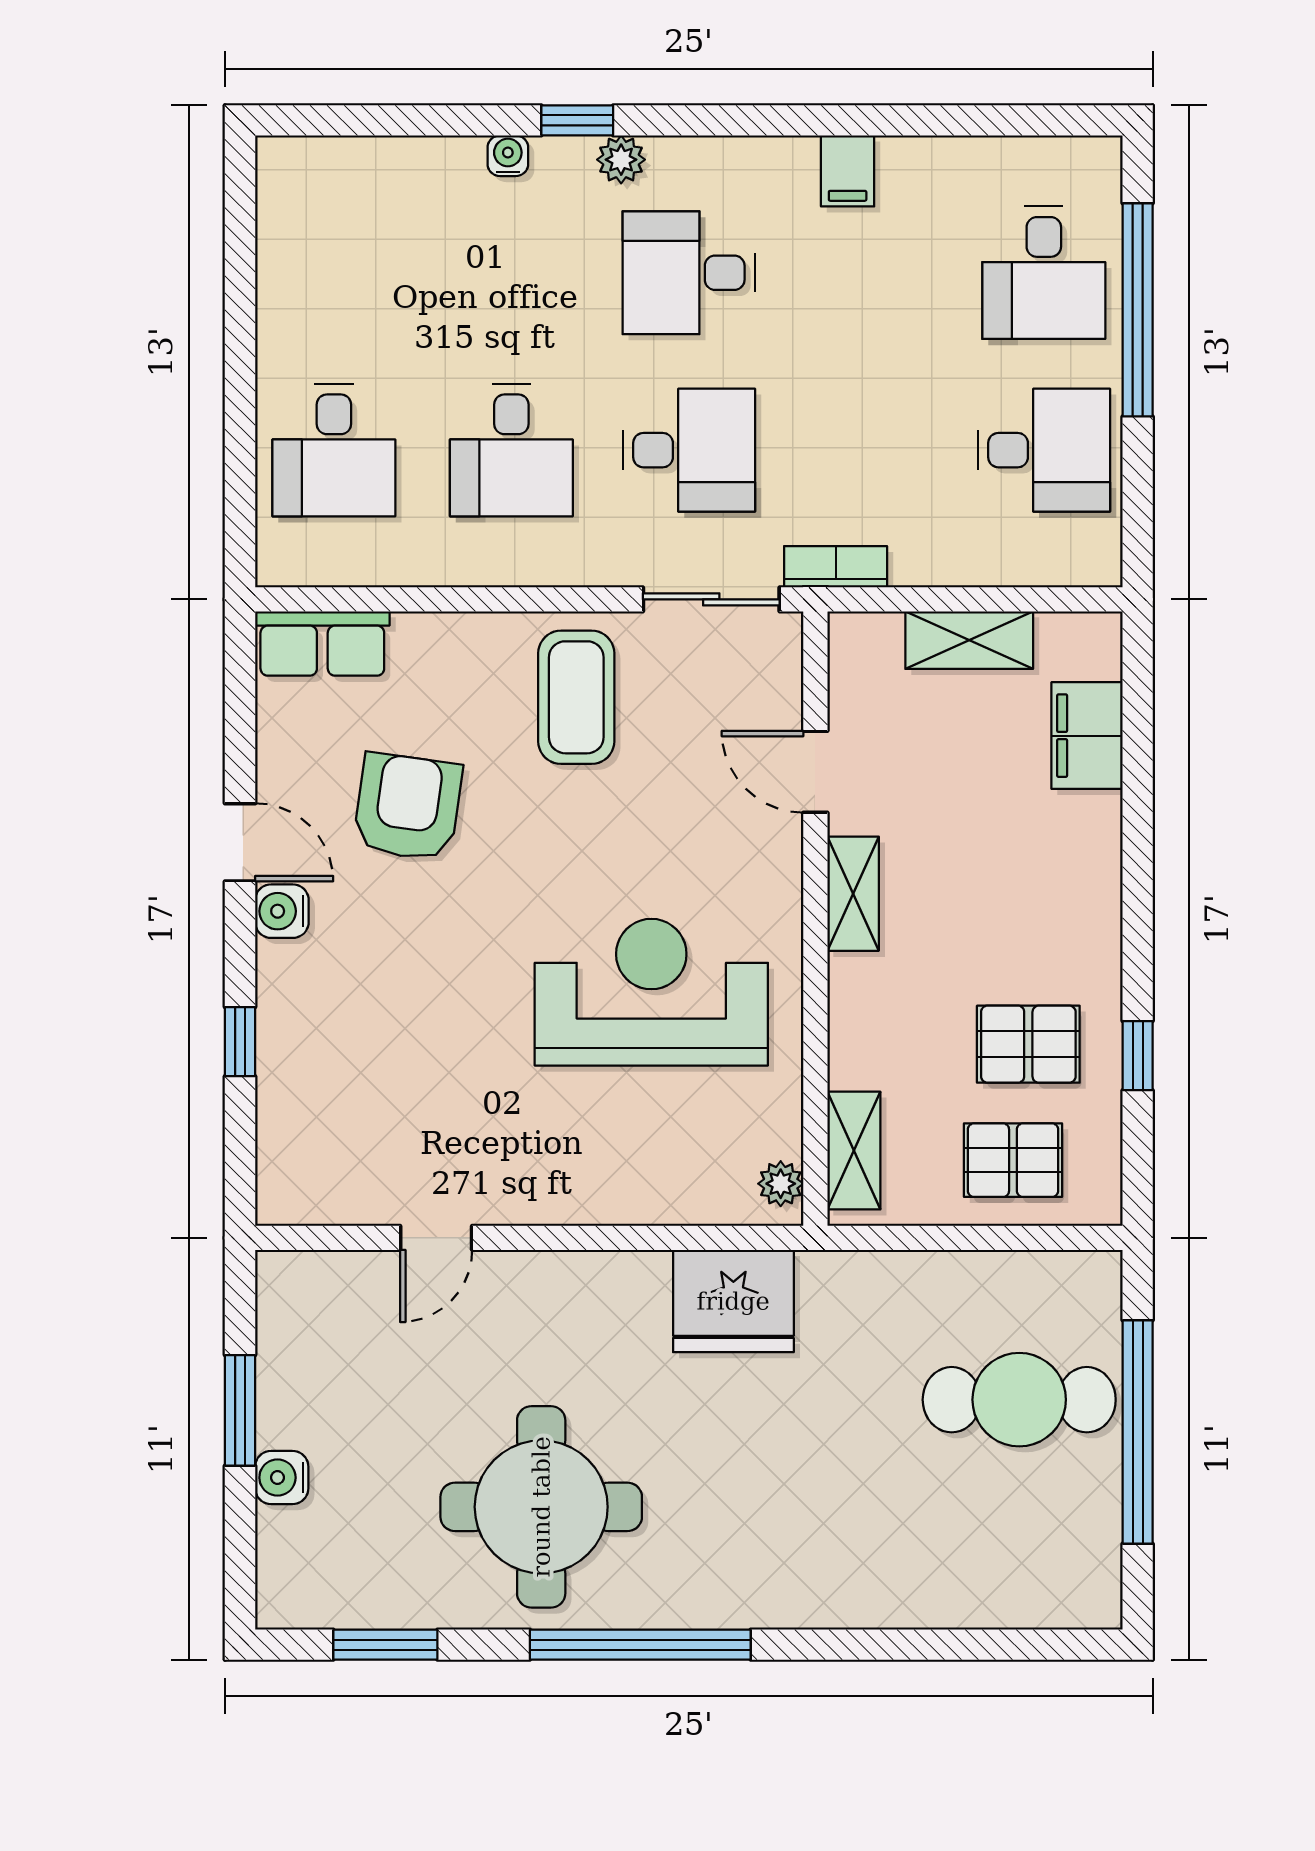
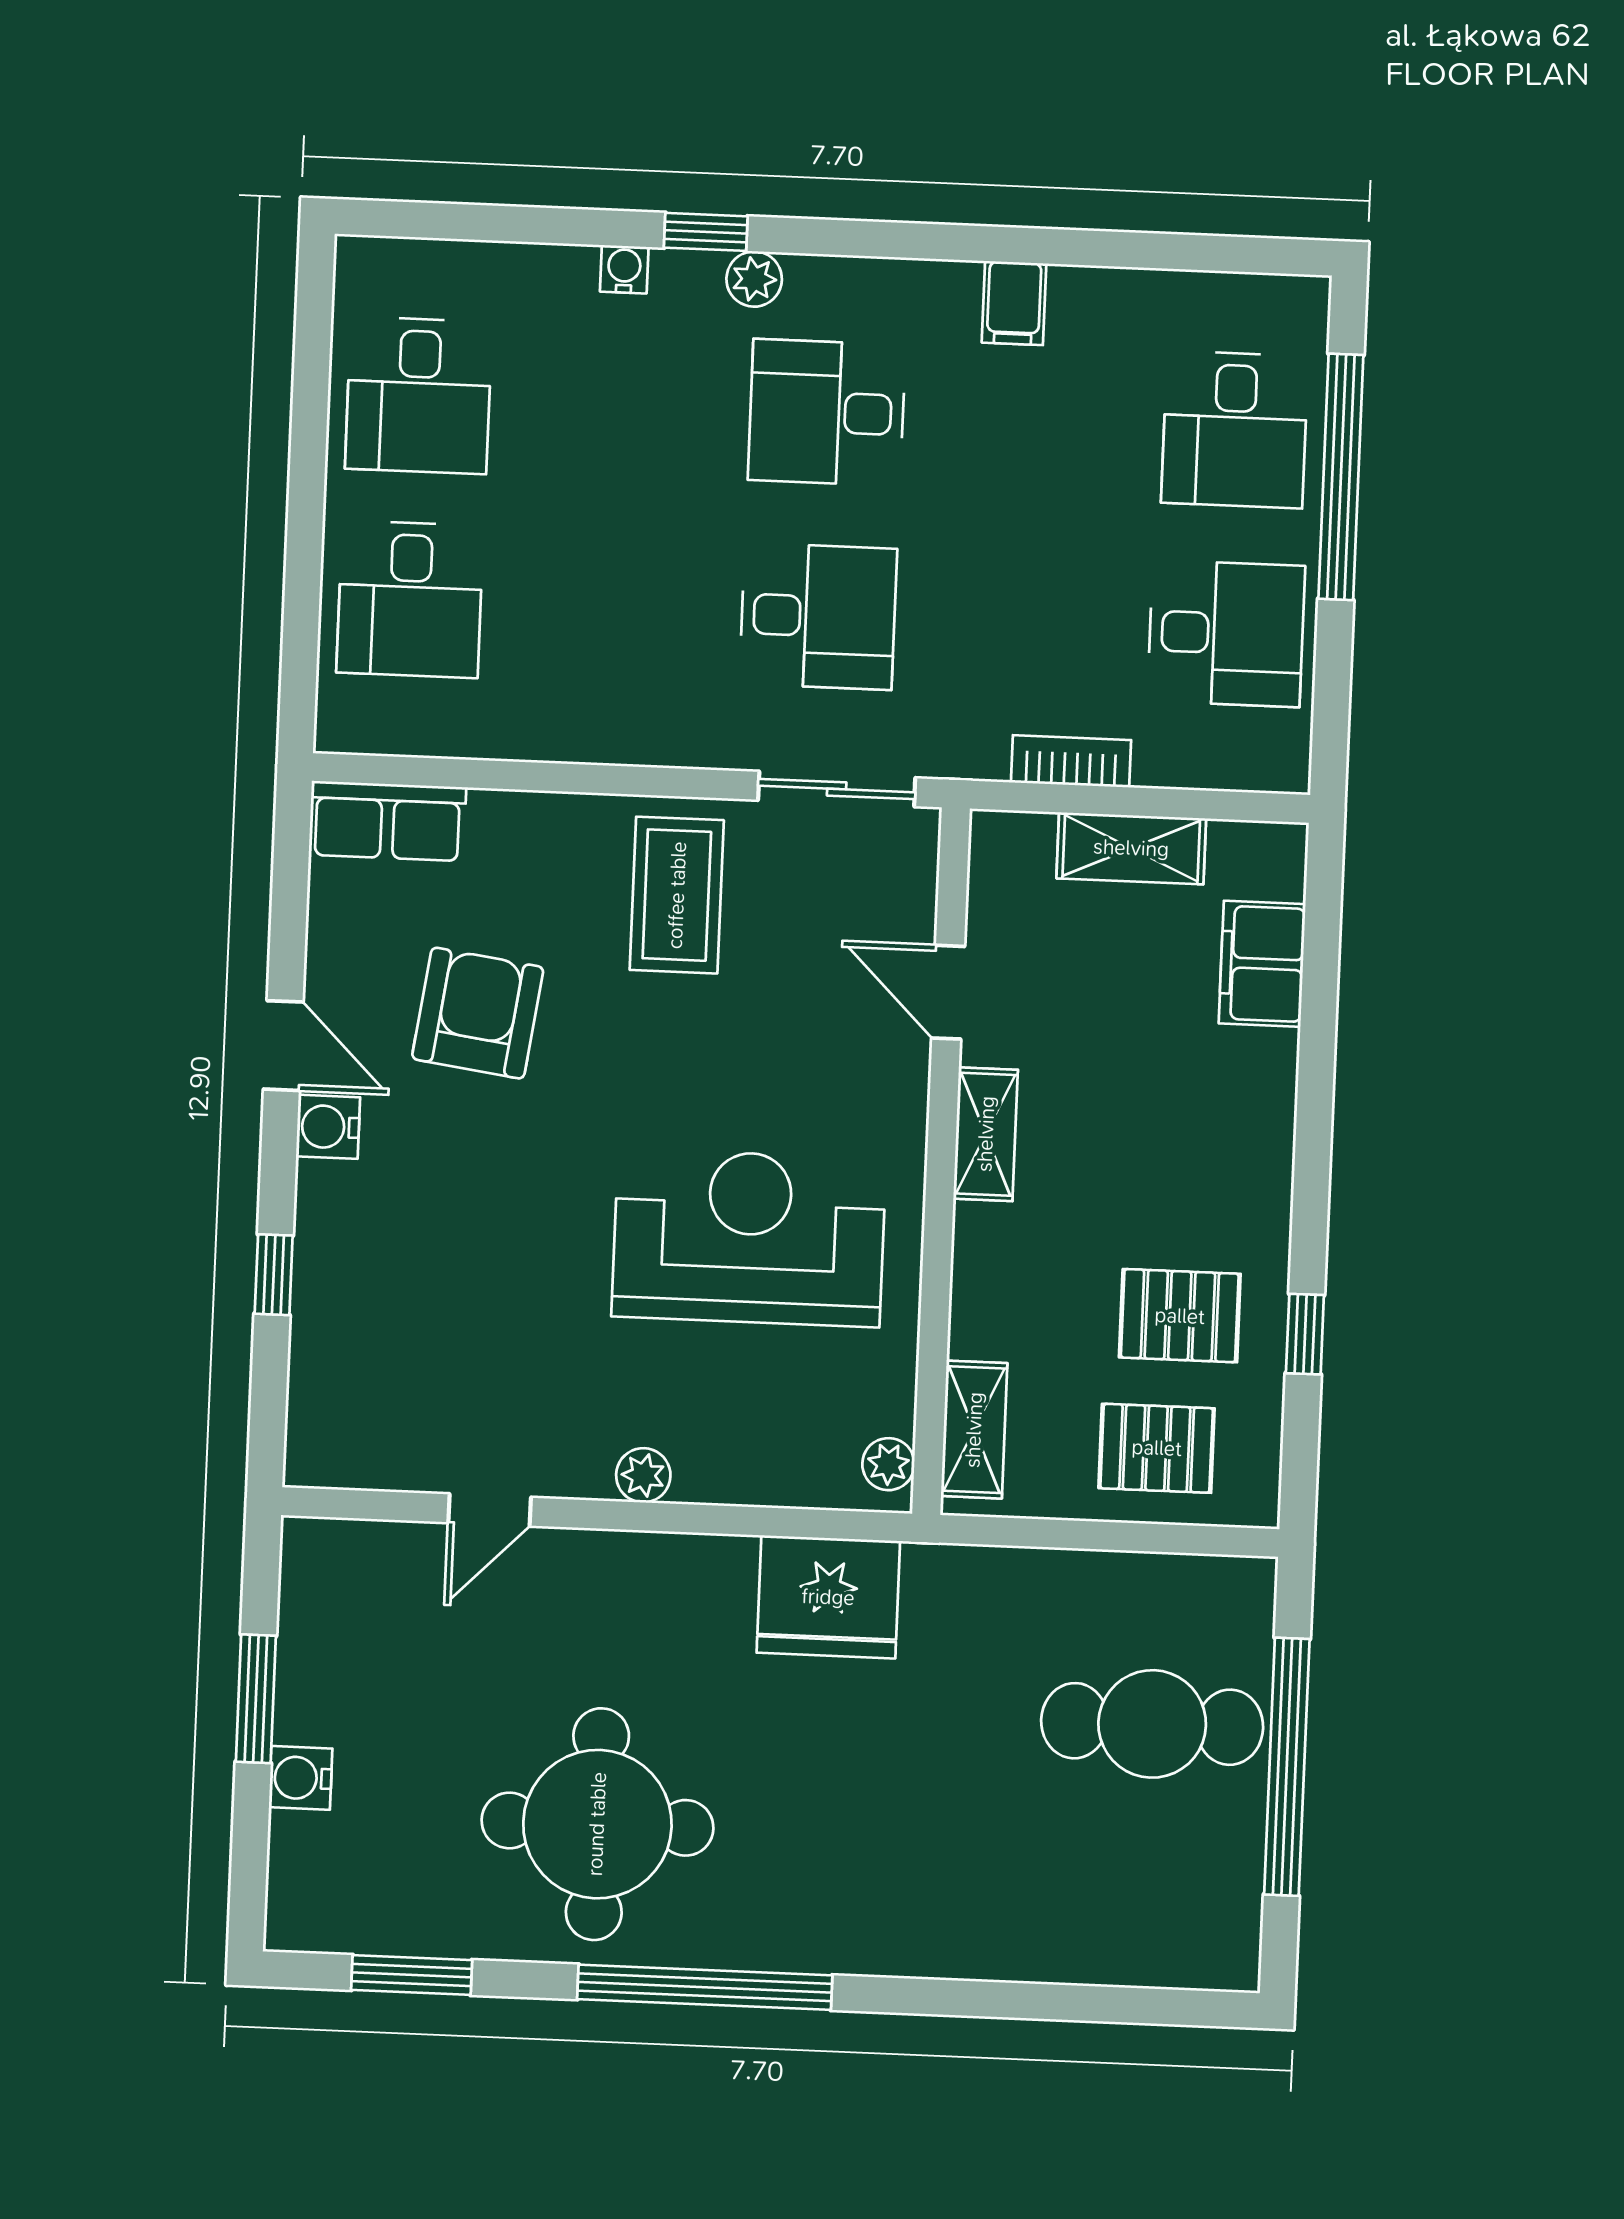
desk: (511, 450) -> (419, 395), moved
bookcase: (836, 567) -> (1071, 761), moved
plant: (568, 1202) -> (643, 1475), added

